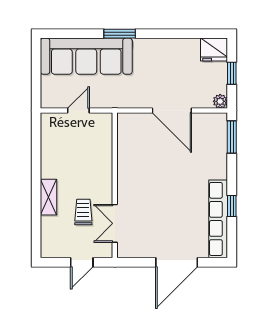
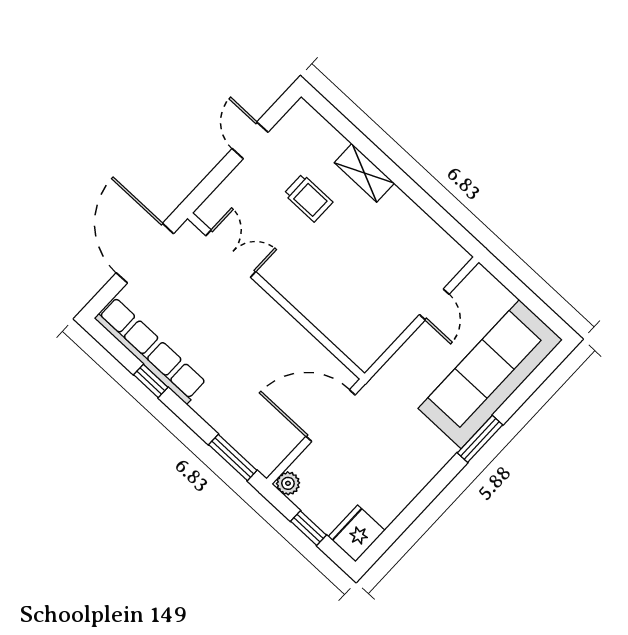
wall: (115, 185) -> (276, 296), moved
double door: (115, 223) -> (231, 254), moved

